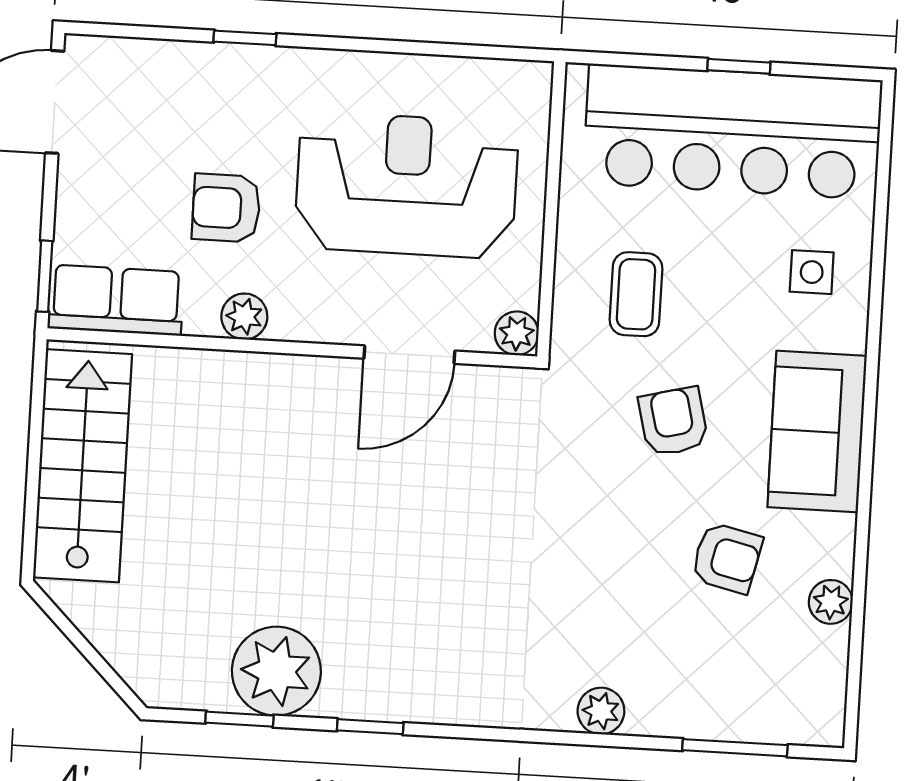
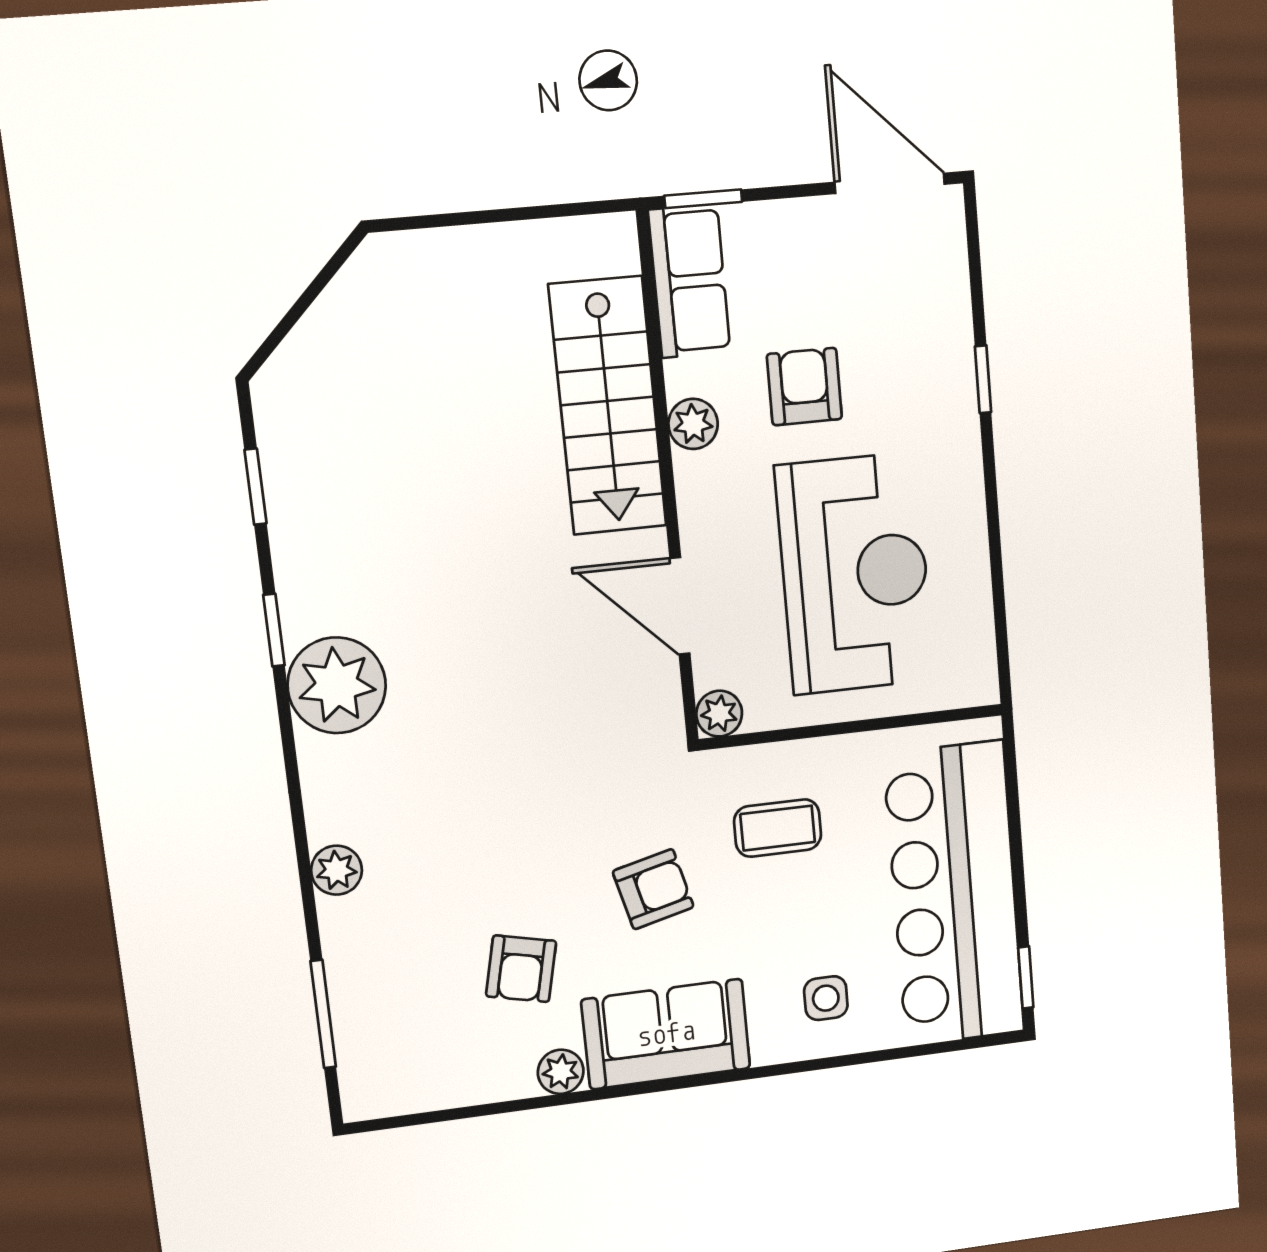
window: (739, 66) -> (1026, 978), moved
stairs: (82, 466) -> (608, 406), moved, turned 90
plant: (831, 602) -> (561, 1072), moved
plant: (276, 671) -> (337, 685), moved

